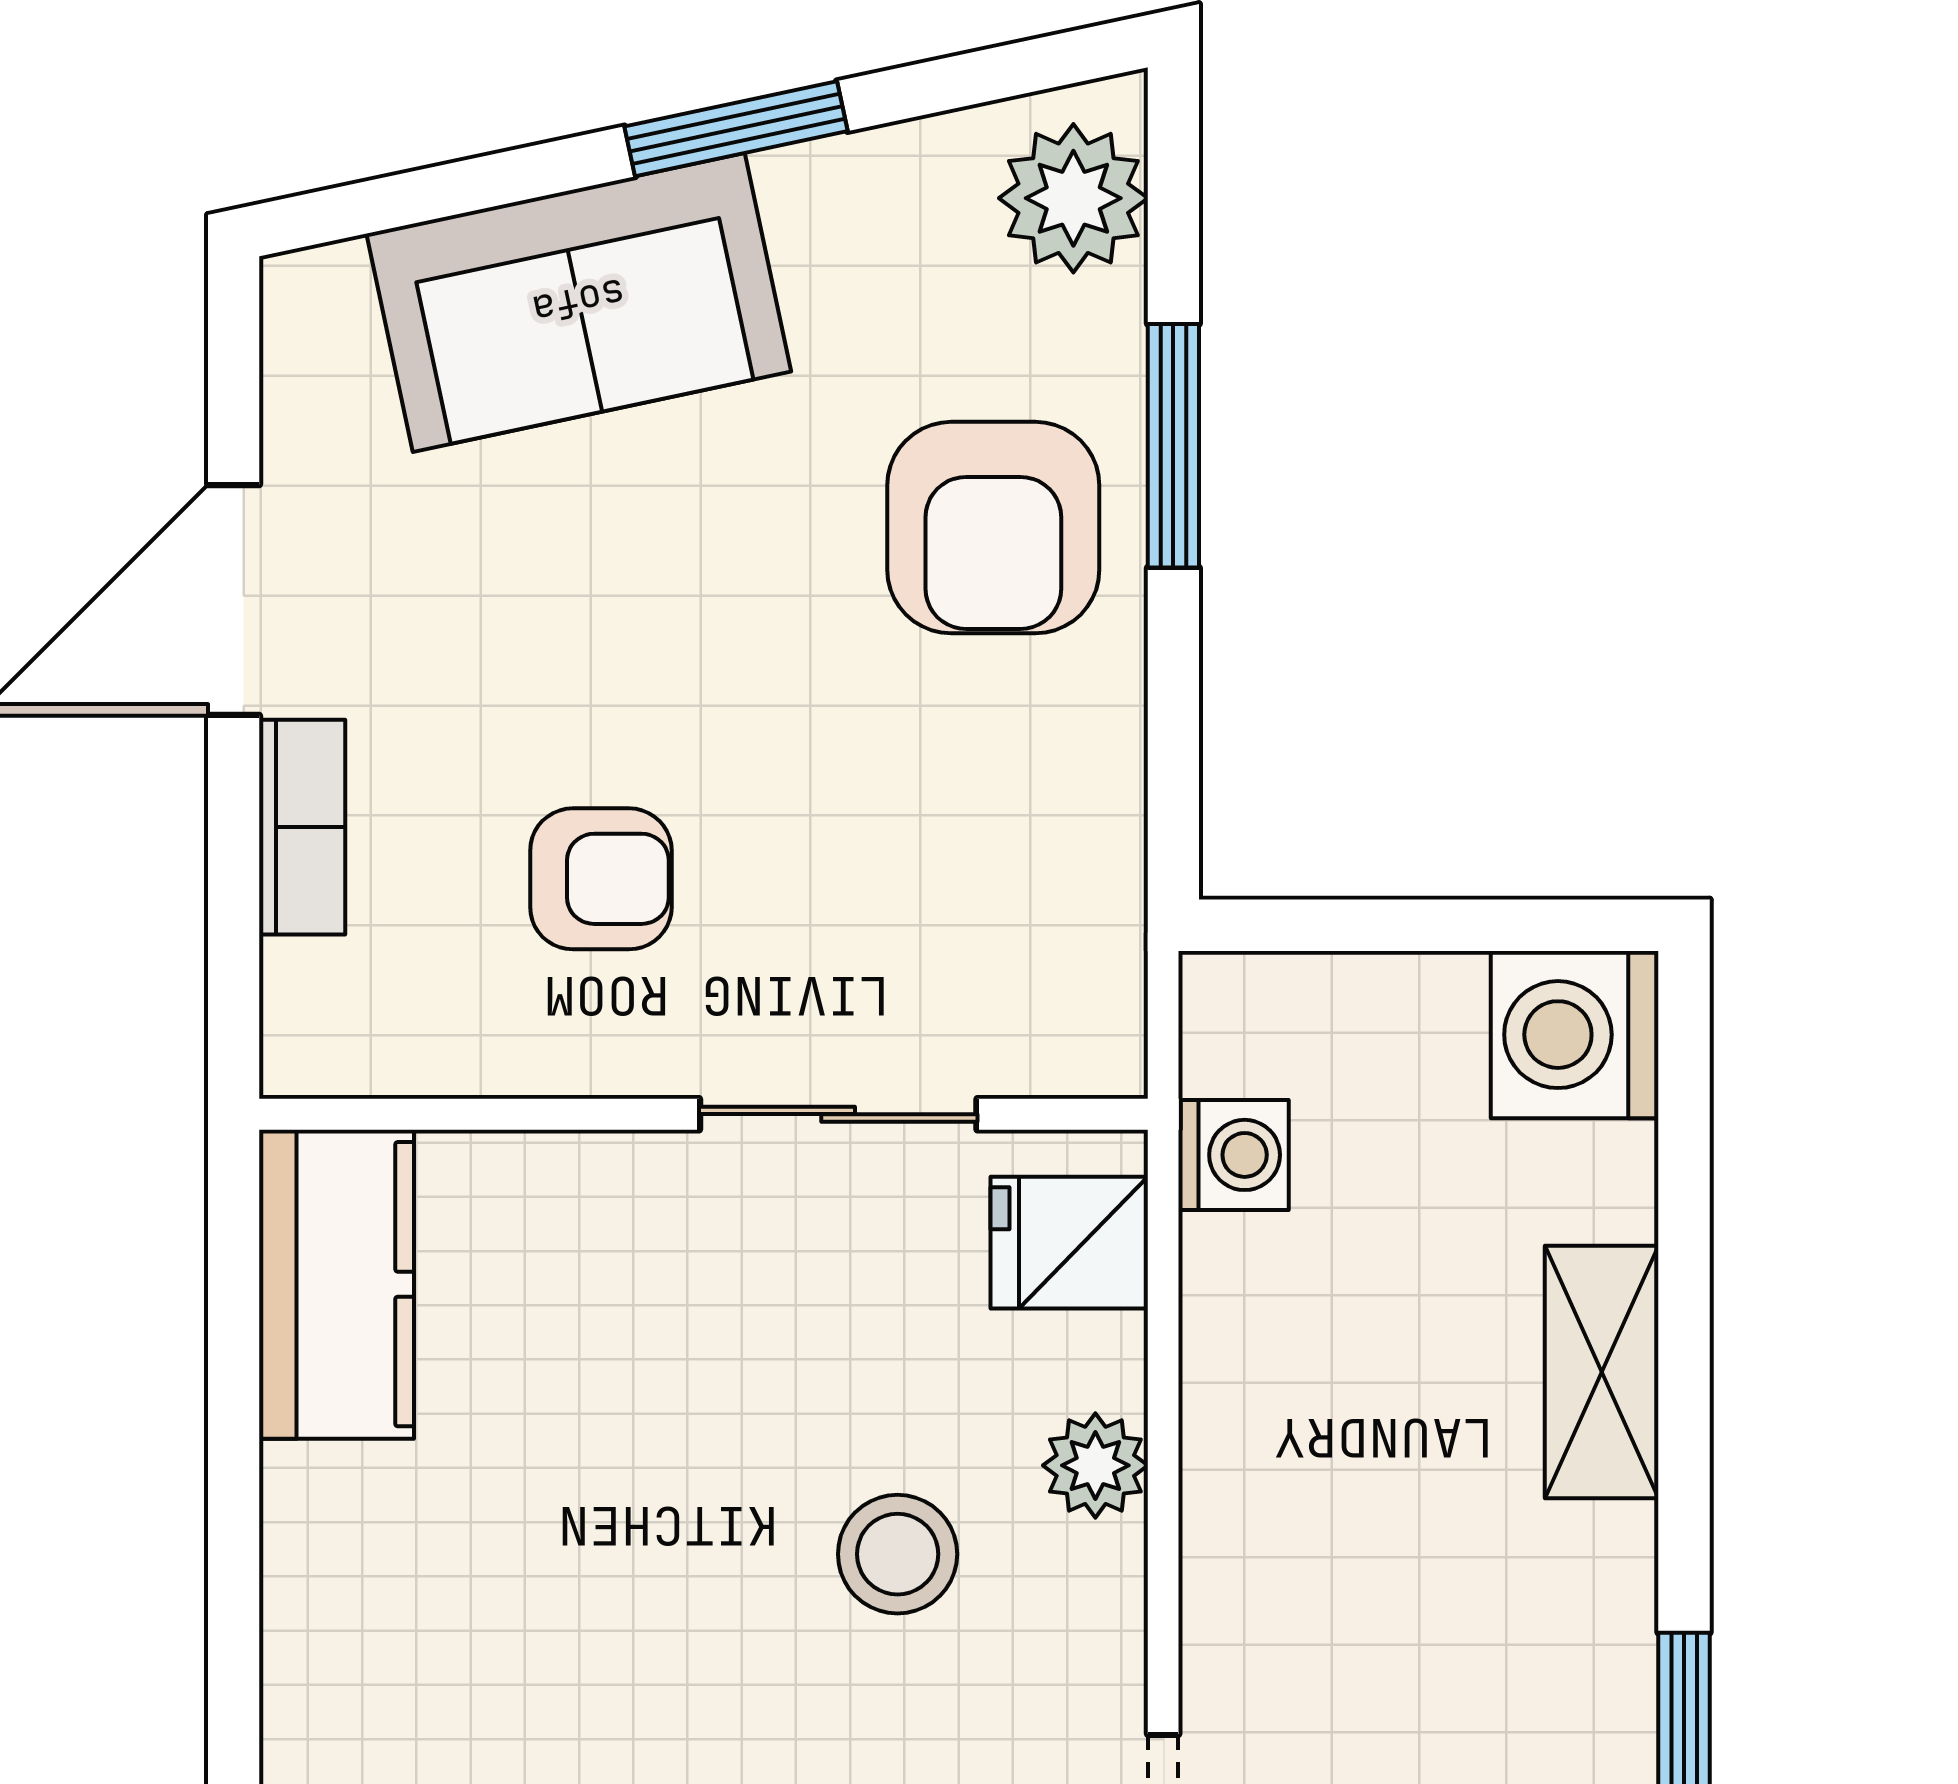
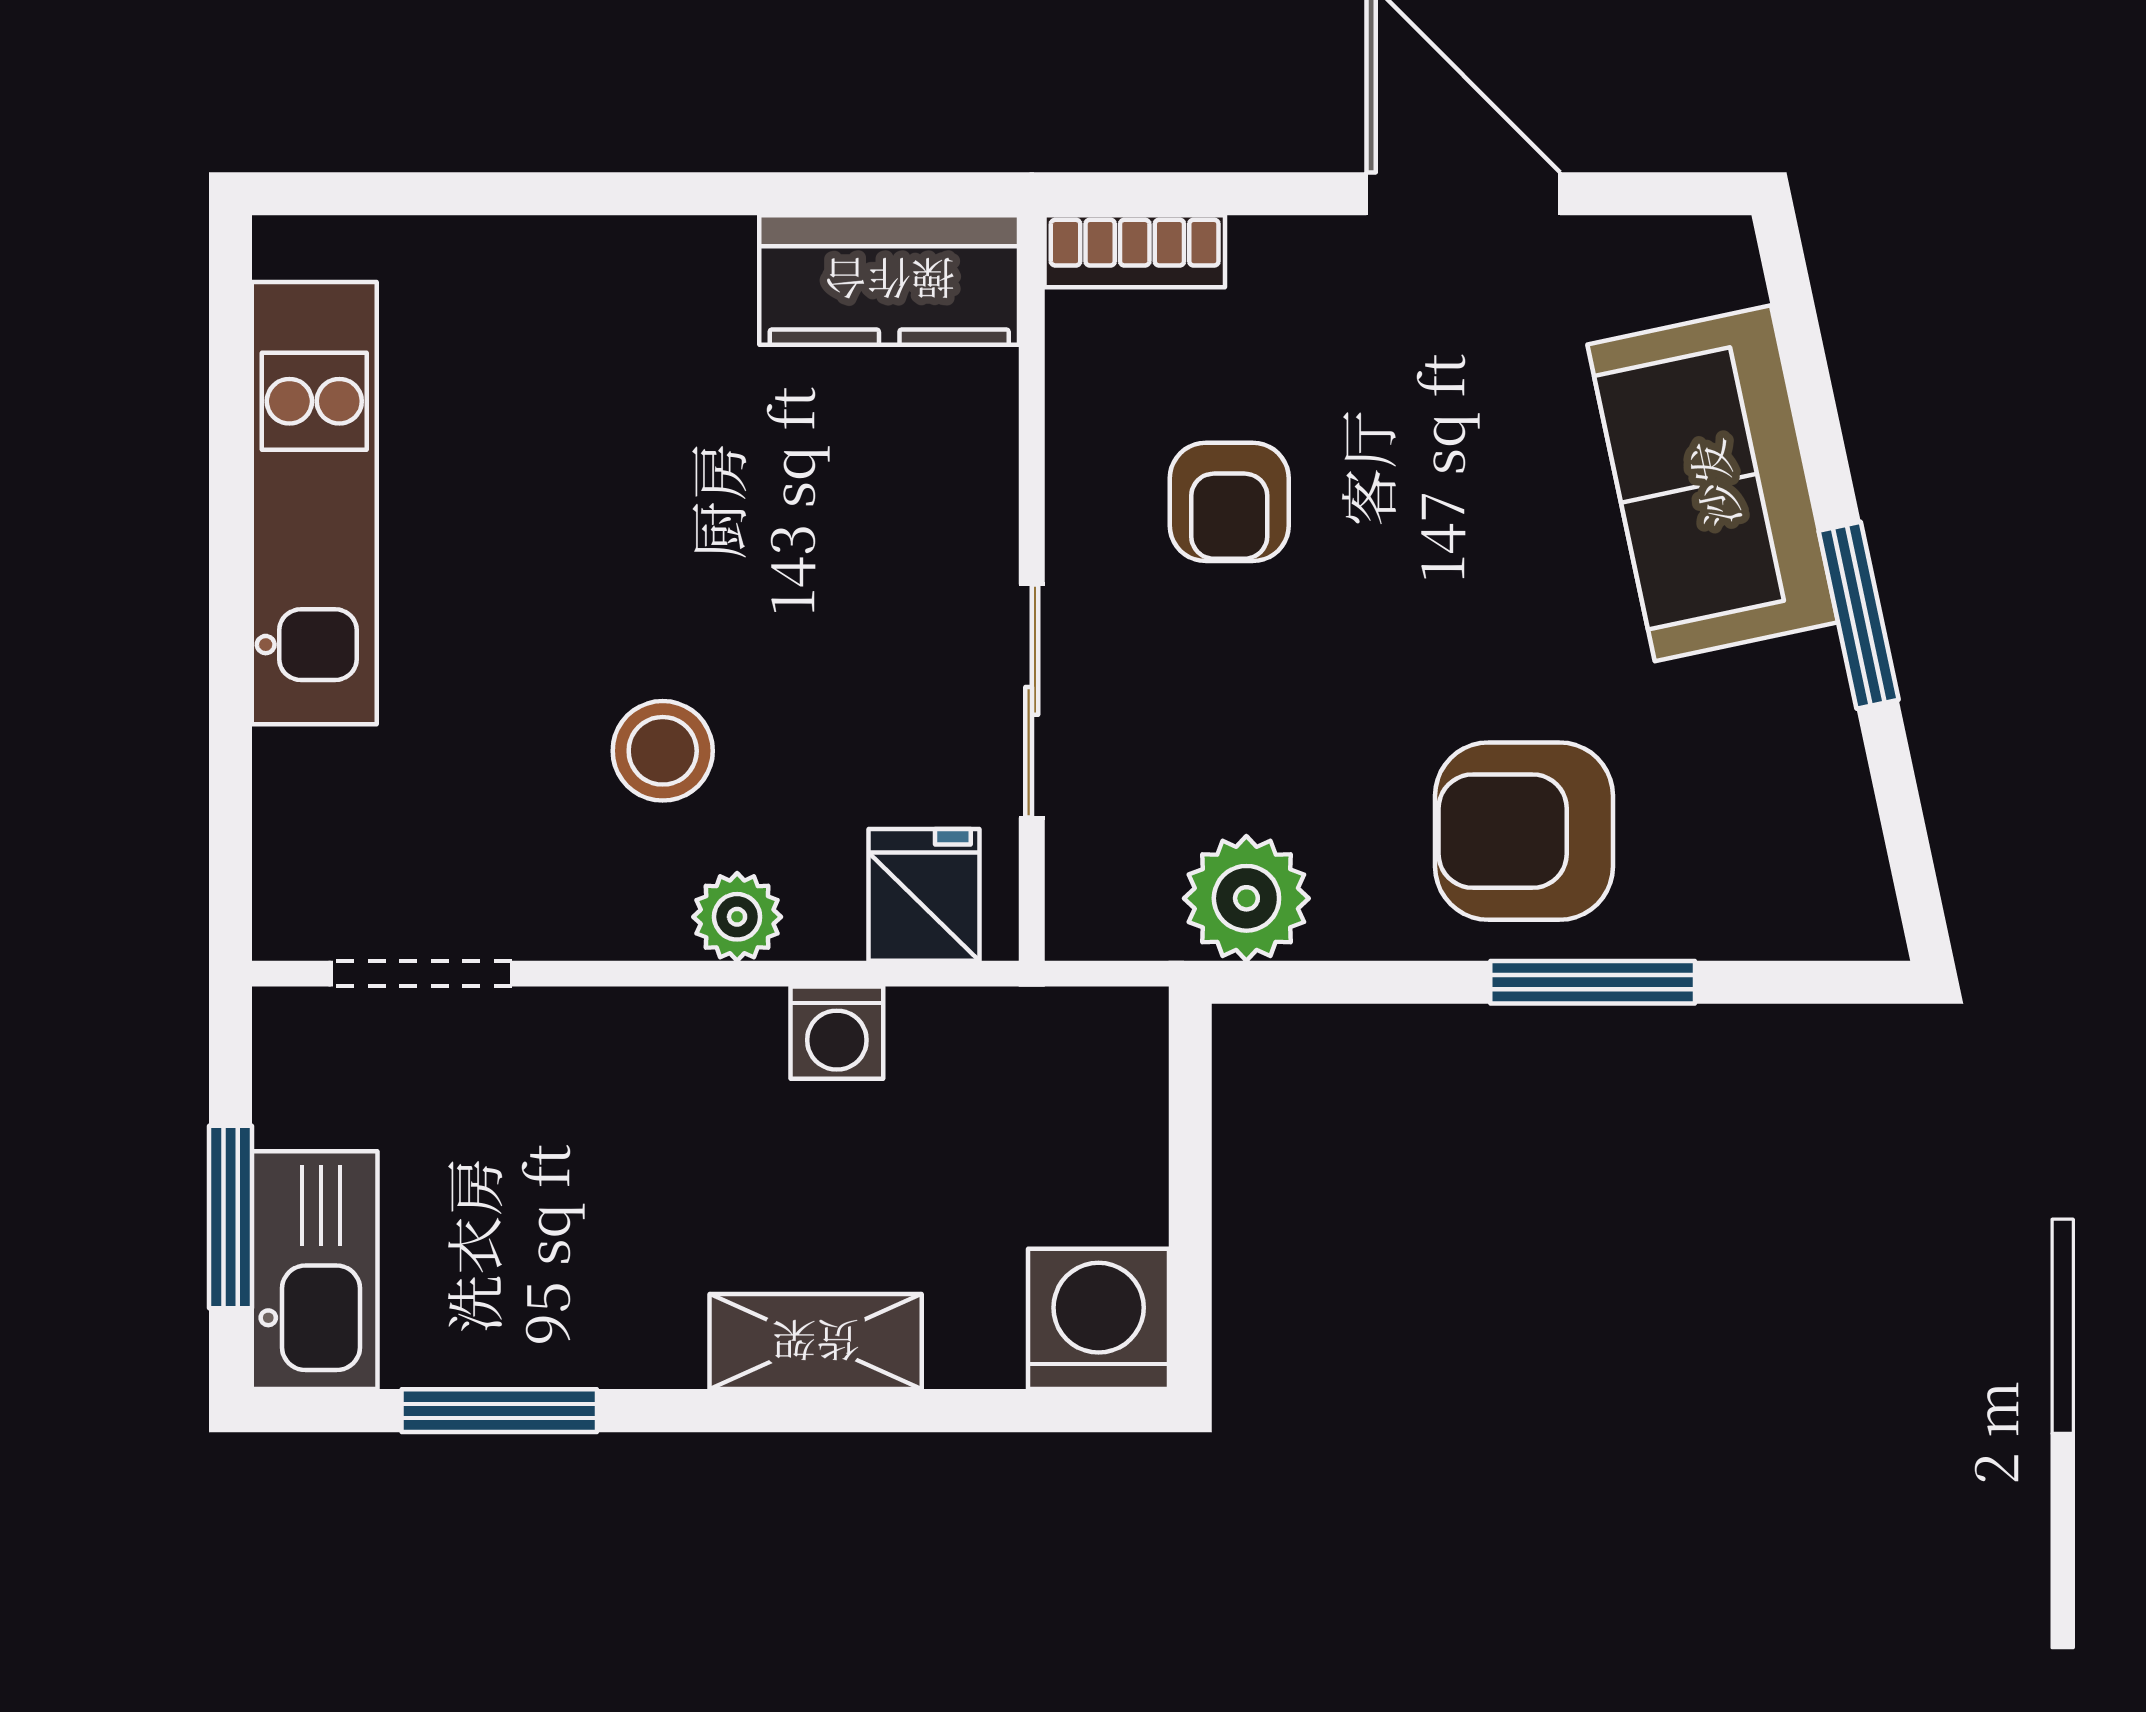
plant: (1073, 198) -> (1246, 898), moved
bookcase: (302, 827) -> (1135, 251), moved
washing machine: (1234, 1155) -> (837, 1033), moved

